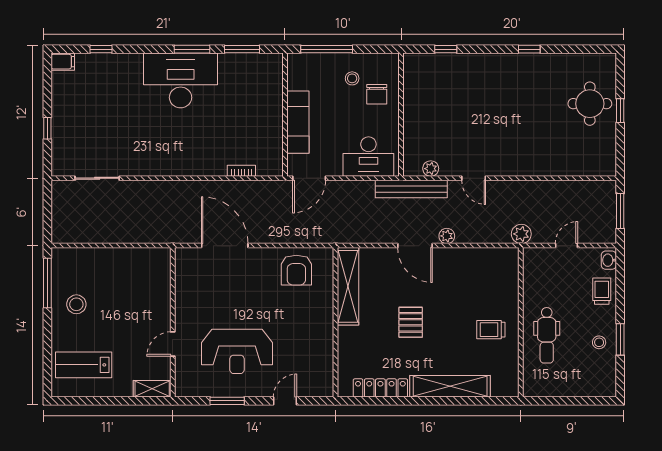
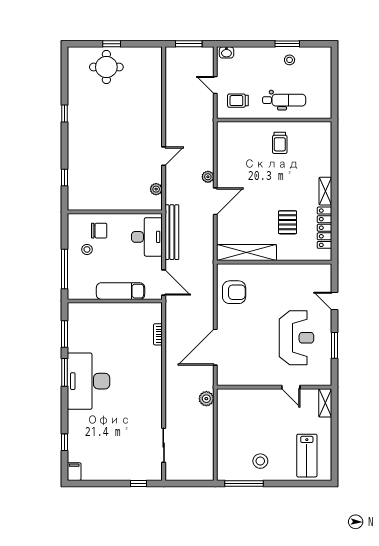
window: (47, 128) -> (138, 483), moved
bench: (411, 189) -> (172, 232), moved
plant: (521, 234) -> (206, 399), moved
trolley: (602, 291) -> (238, 101), moved
pallet: (411, 322) -> (288, 222), moved, turned 90
shelving: (450, 386) -> (325, 191), width x0.45, depth x0.75

